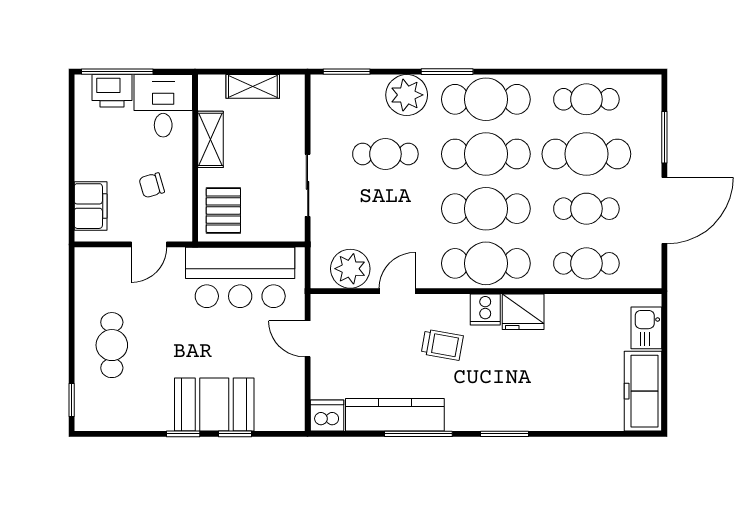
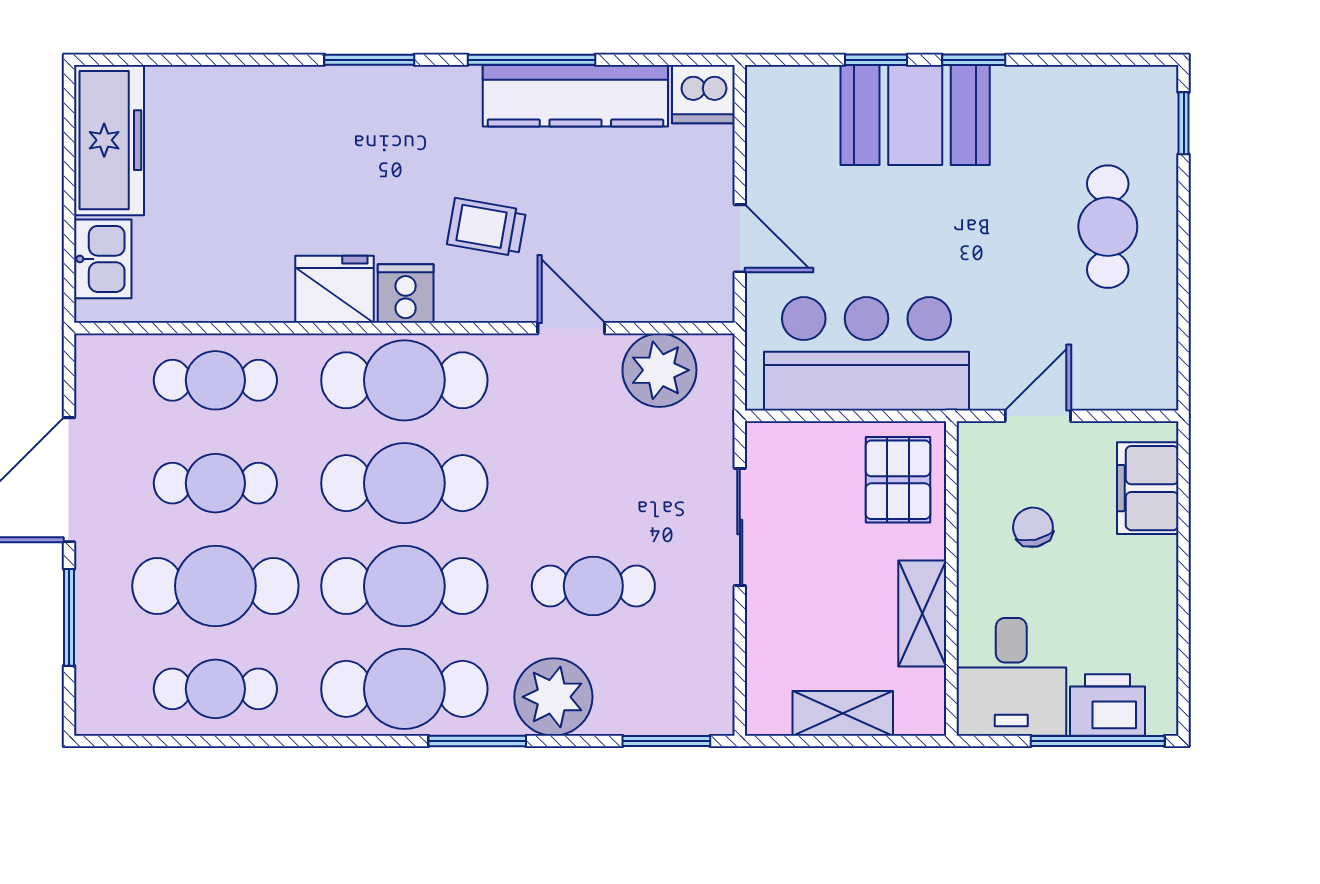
chair: (152, 185) -> (1033, 527), turned -86
door: (397, 291) -> (571, 328), swing flipped

